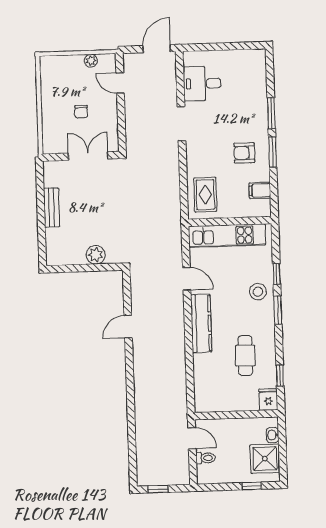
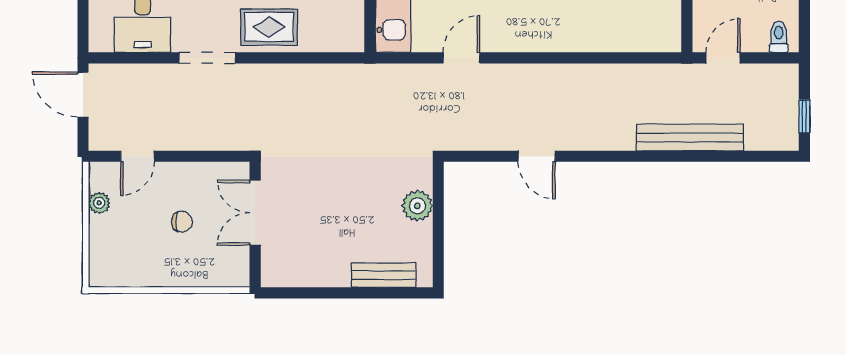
rug: (205, 195) -> (269, 27), moved
bench: (52, 207) -> (384, 275), moved
kitchen counter: (201, 323) -> (535, 37), removed
bench: (143, 420) -> (690, 138), added
toilet: (205, 458) -> (779, 37), moved

